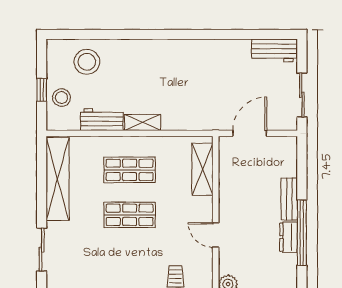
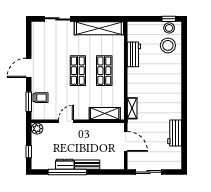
workbench: (274, 50) -> (175, 133), moved
window: (42, 90) -> (169, 19), moved
stool: (61, 98) -> (169, 28), moved
shelving: (143, 122) -> (132, 108), moved

